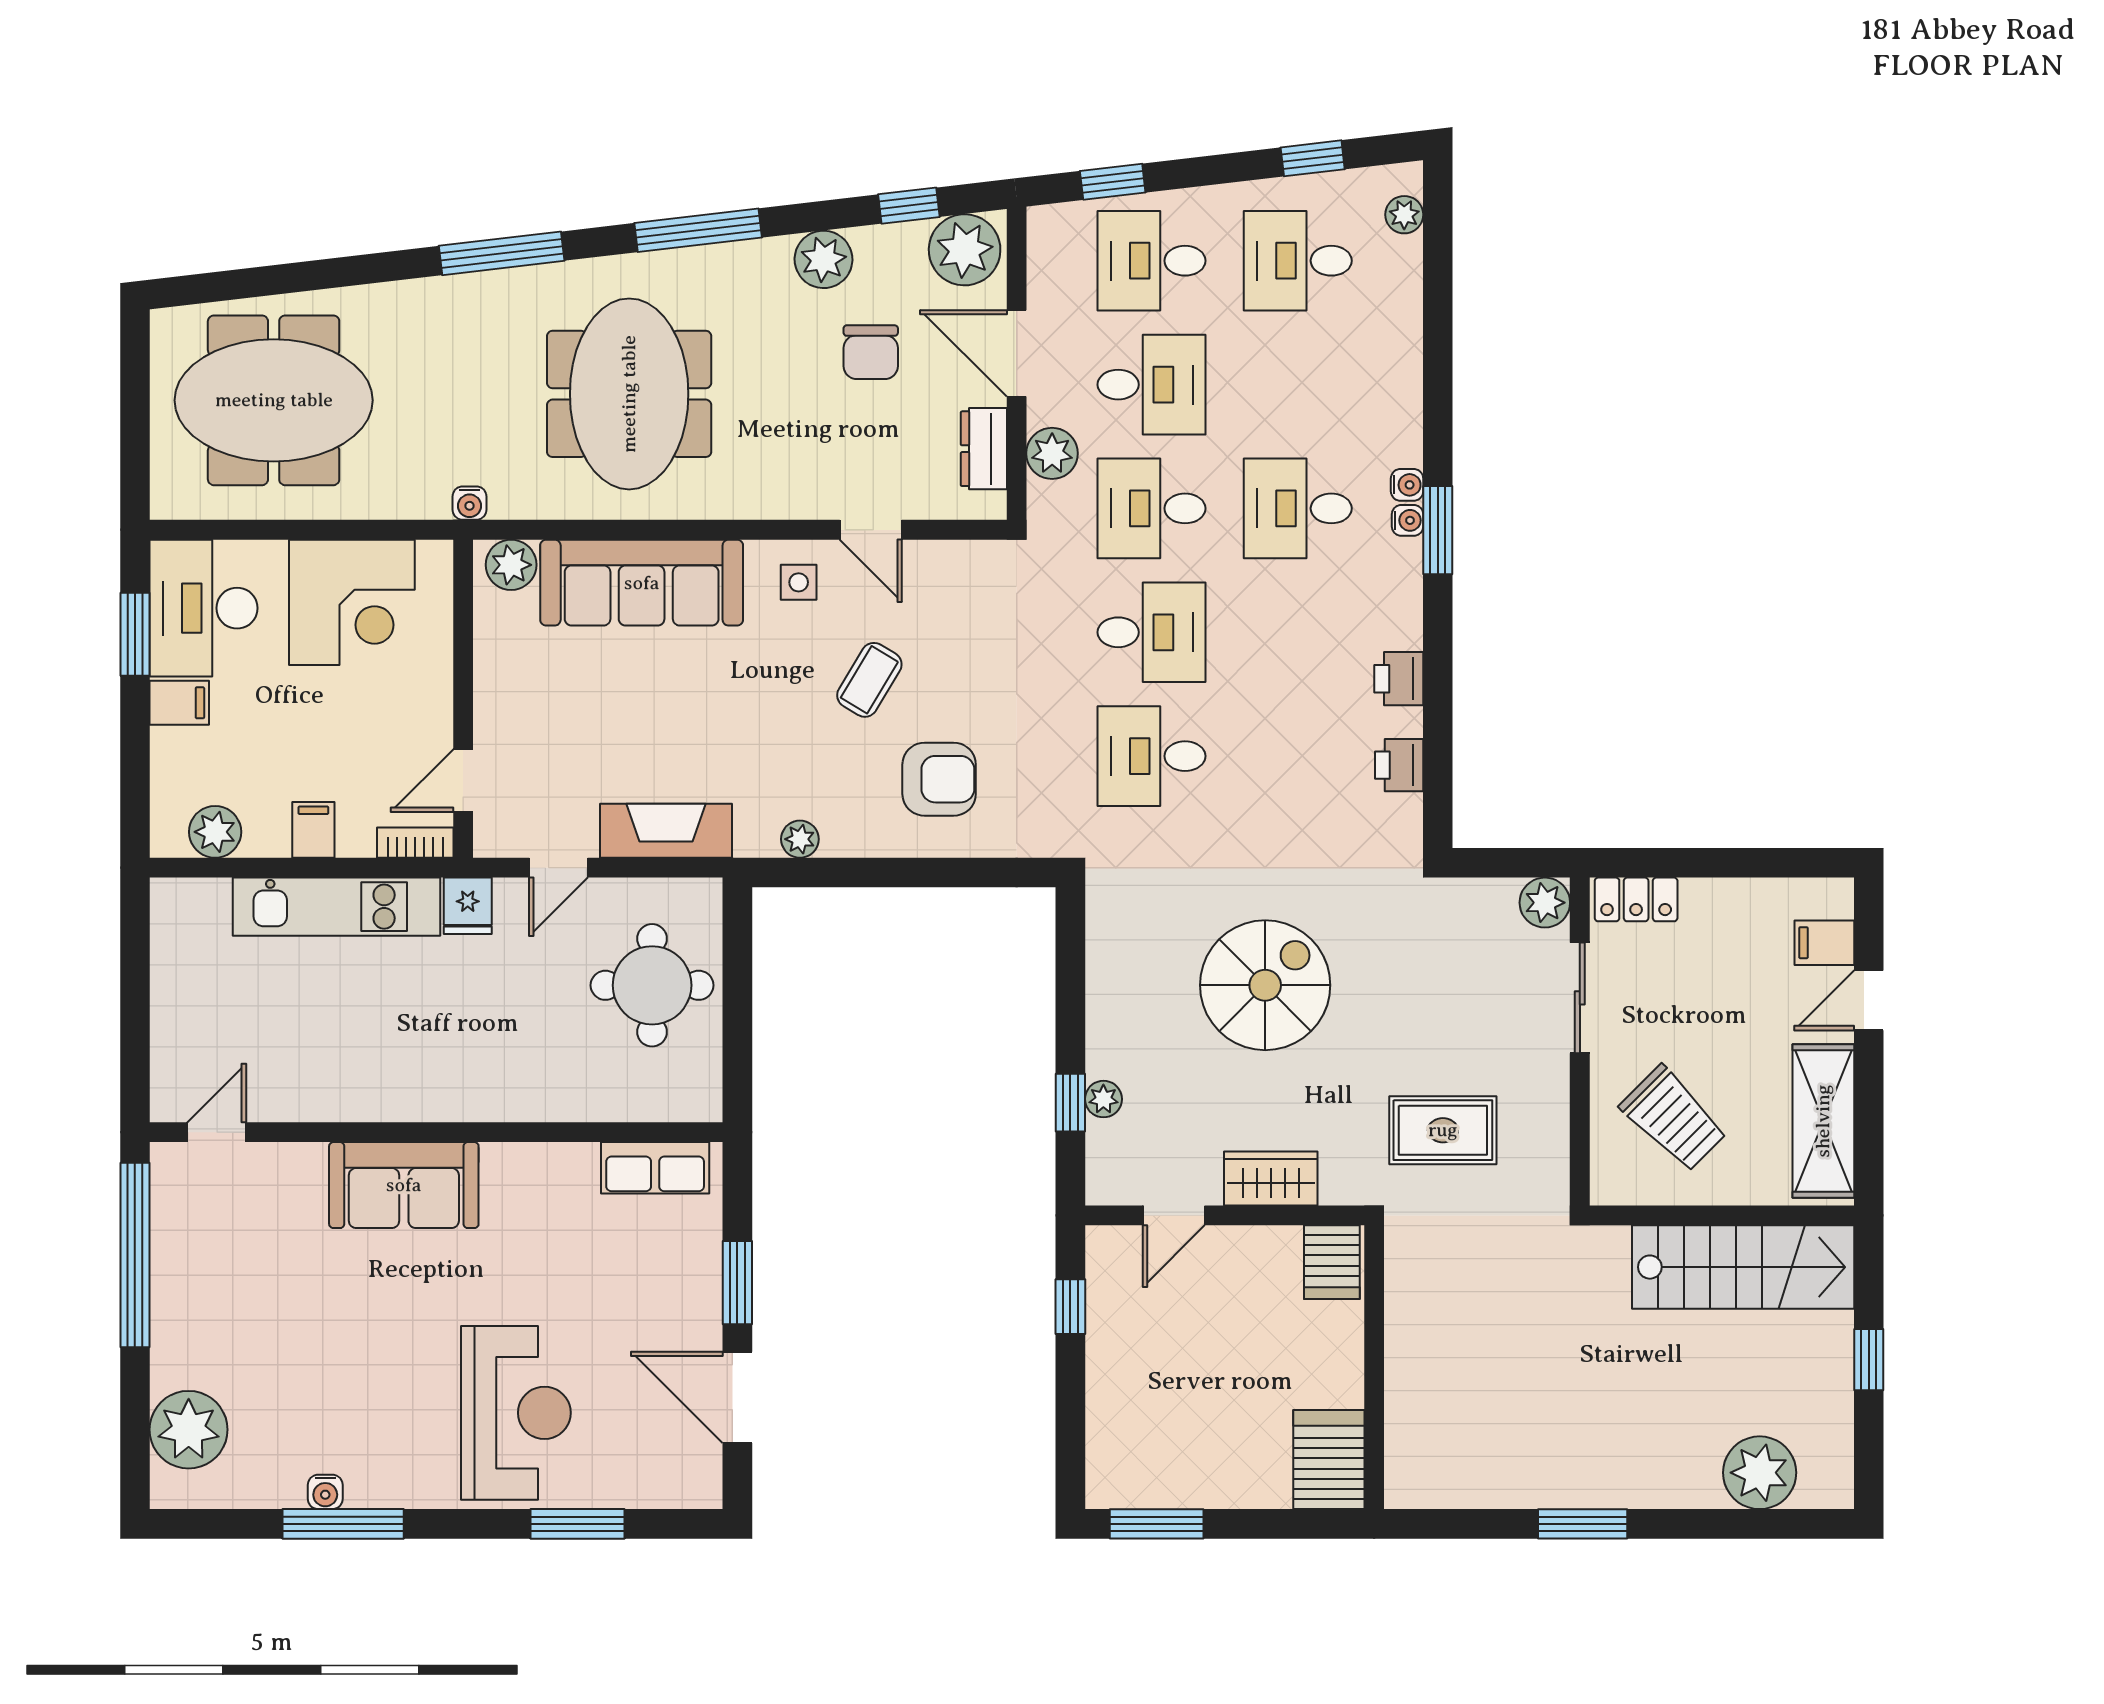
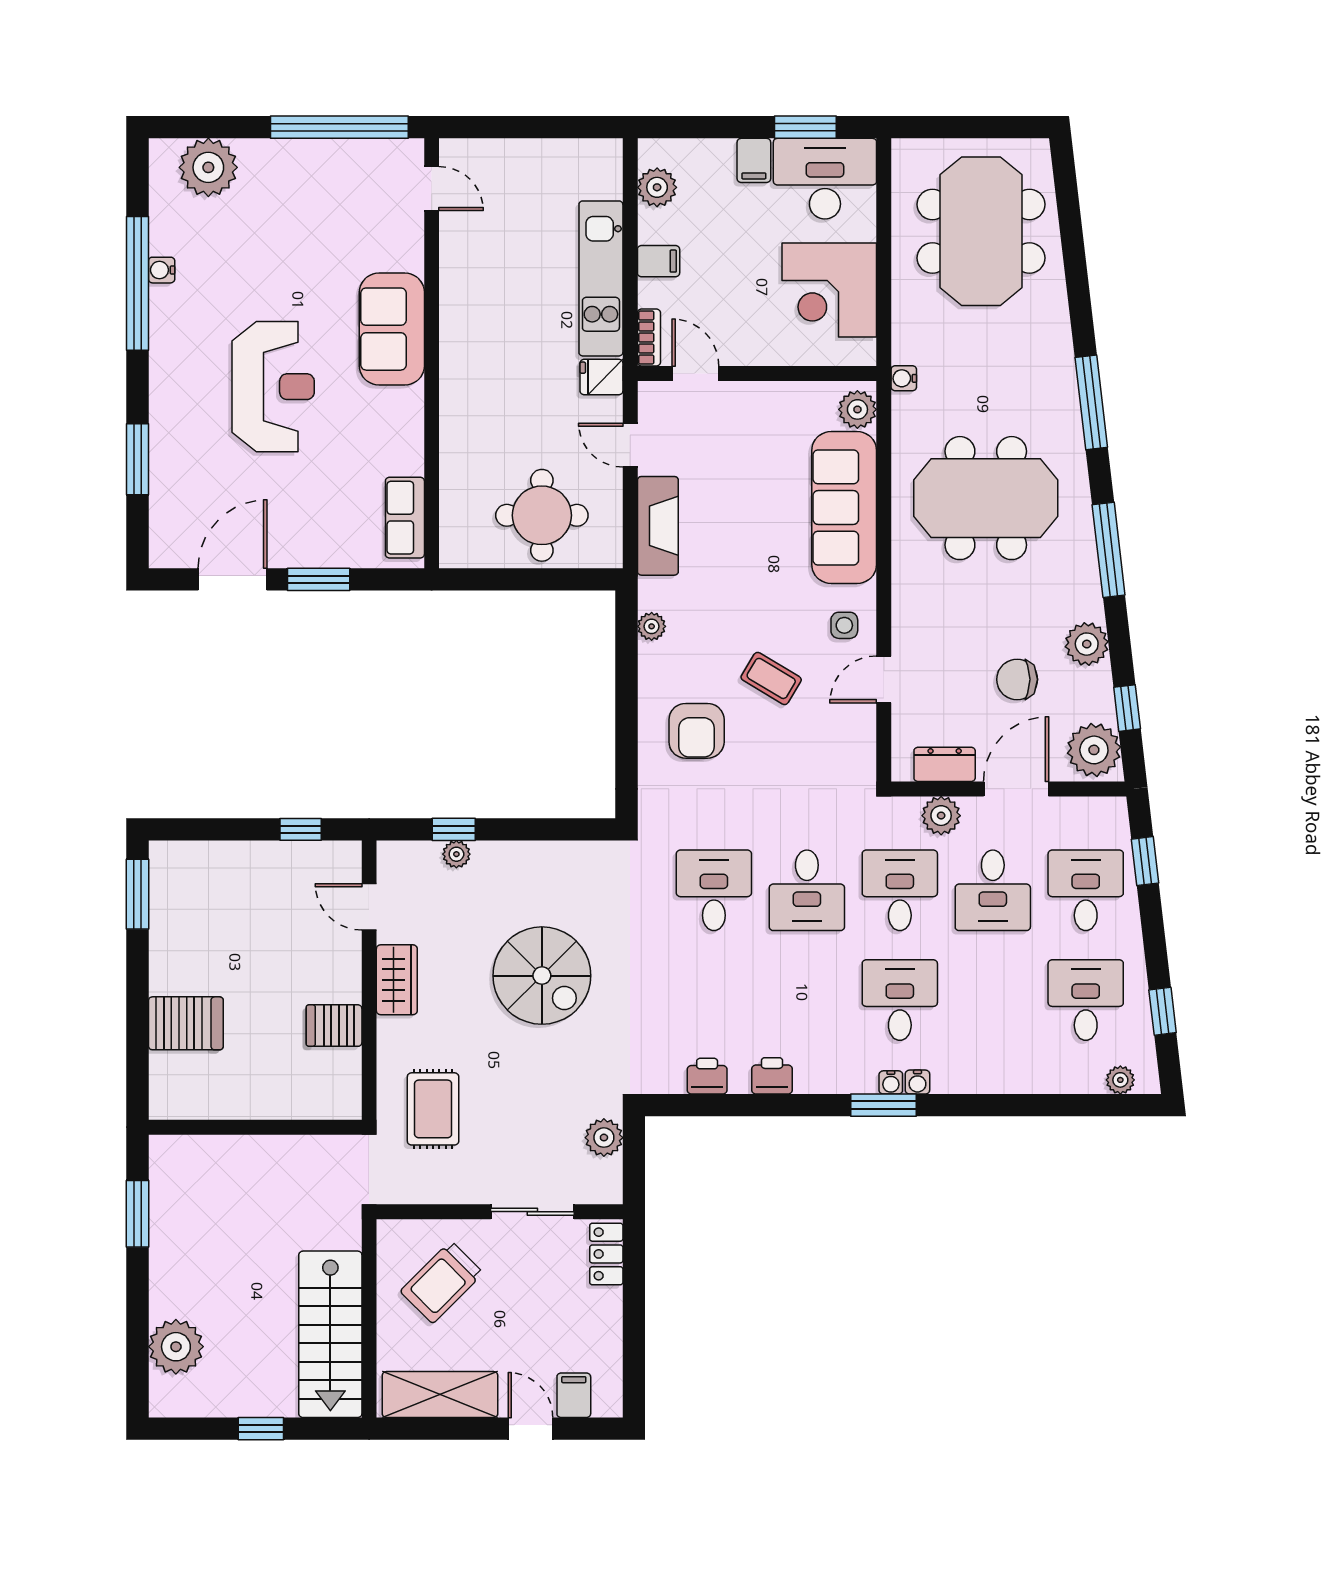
plant: (1545, 903) -> (604, 1138), moved
wall: (1374, 1367) -> (255, 1127), moved
reception desk: (516, 1413) -> (273, 387), moved, turned -90
window: (343, 1524) -> (138, 283), width x1.46

